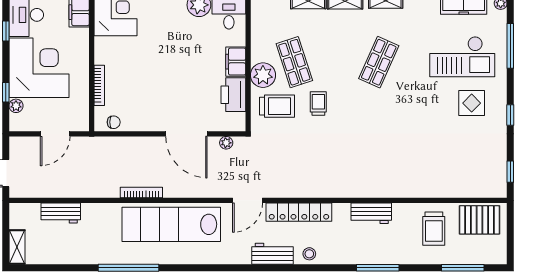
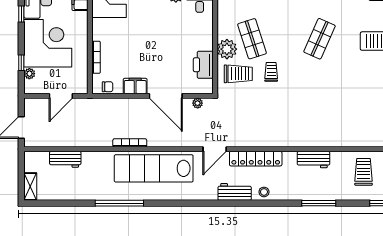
filing cabinet: (236, 62) -> (135, 86), moved, turned 90
trolley: (434, 229) -> (364, 172), turned 180

